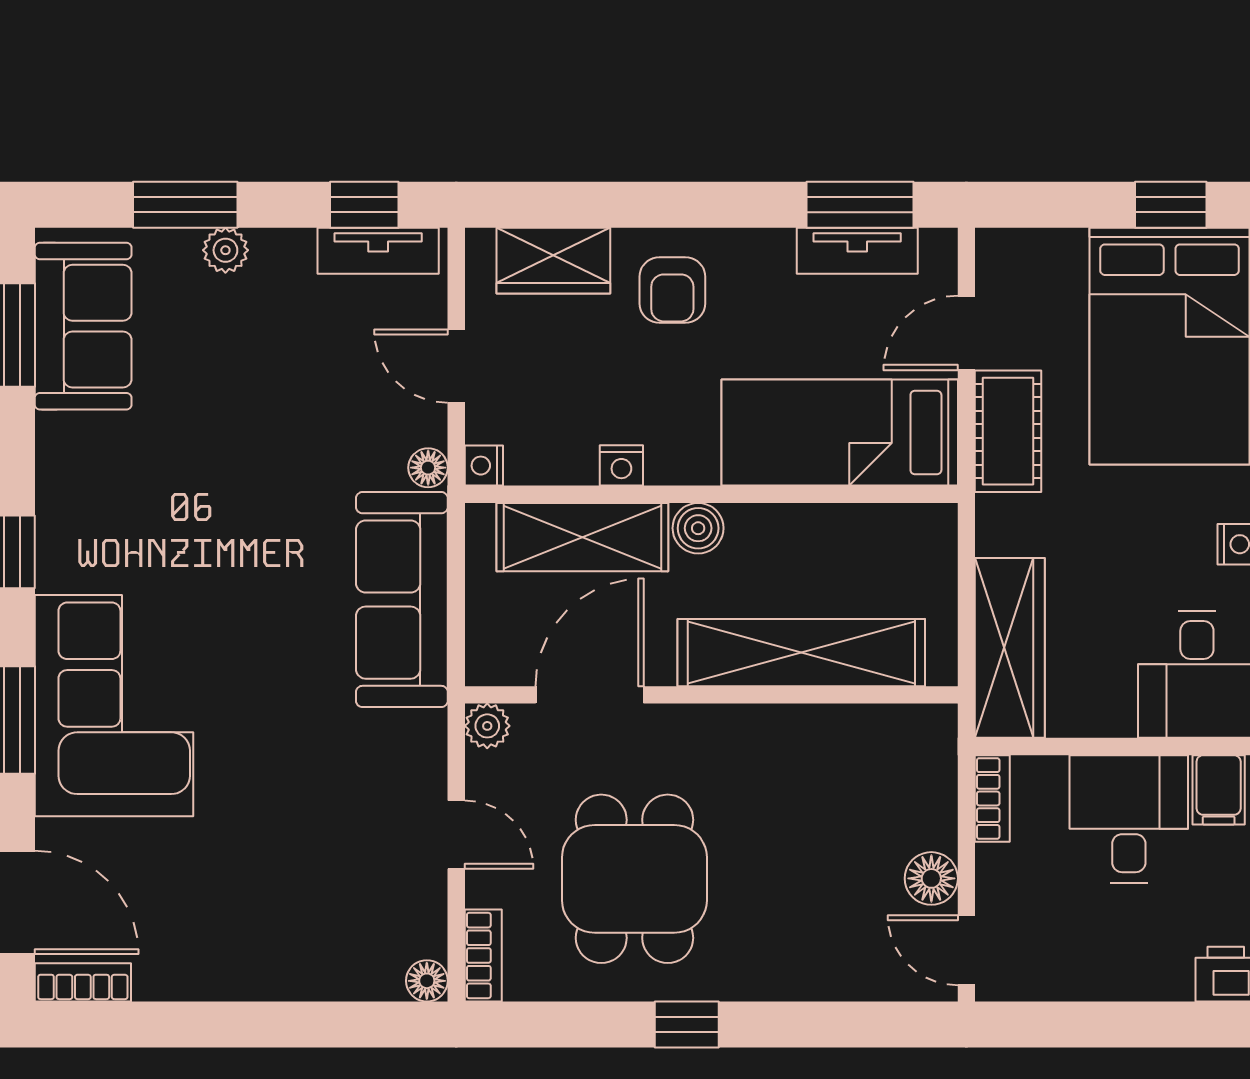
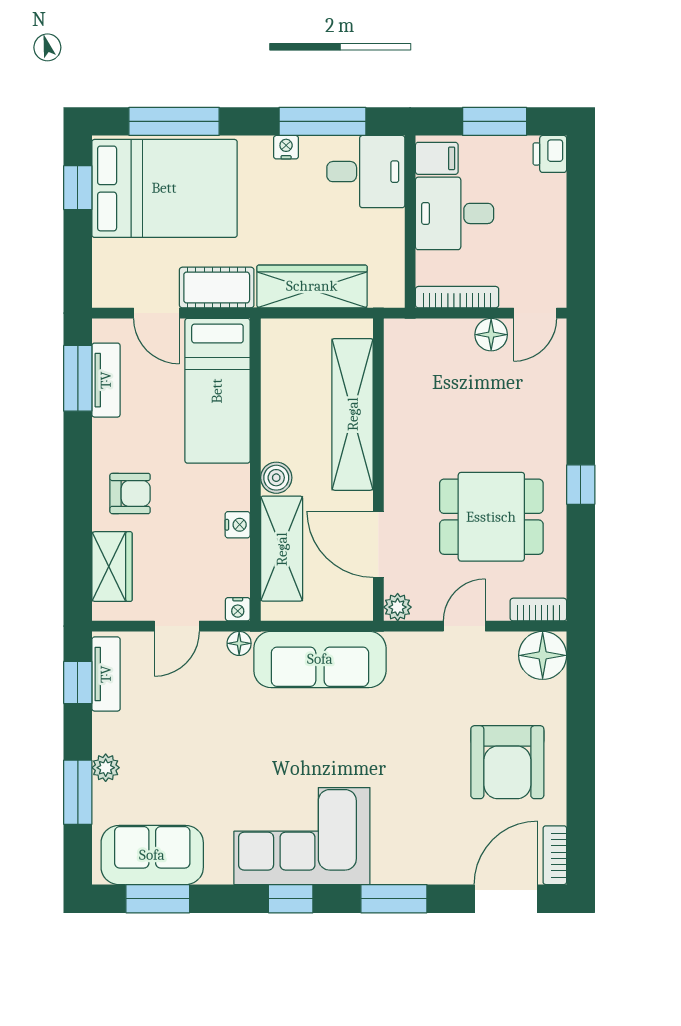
wardrobe: (1010, 648) -> (312, 286), moved
corner sofa: (114, 706) -> (302, 836), moved
bookcase: (992, 798) -> (457, 297), width x1.56
armchair: (234, 905) -> (507, 762), added
floor lamp: (427, 981) -> (543, 655), width x1.89, depth x1.89

